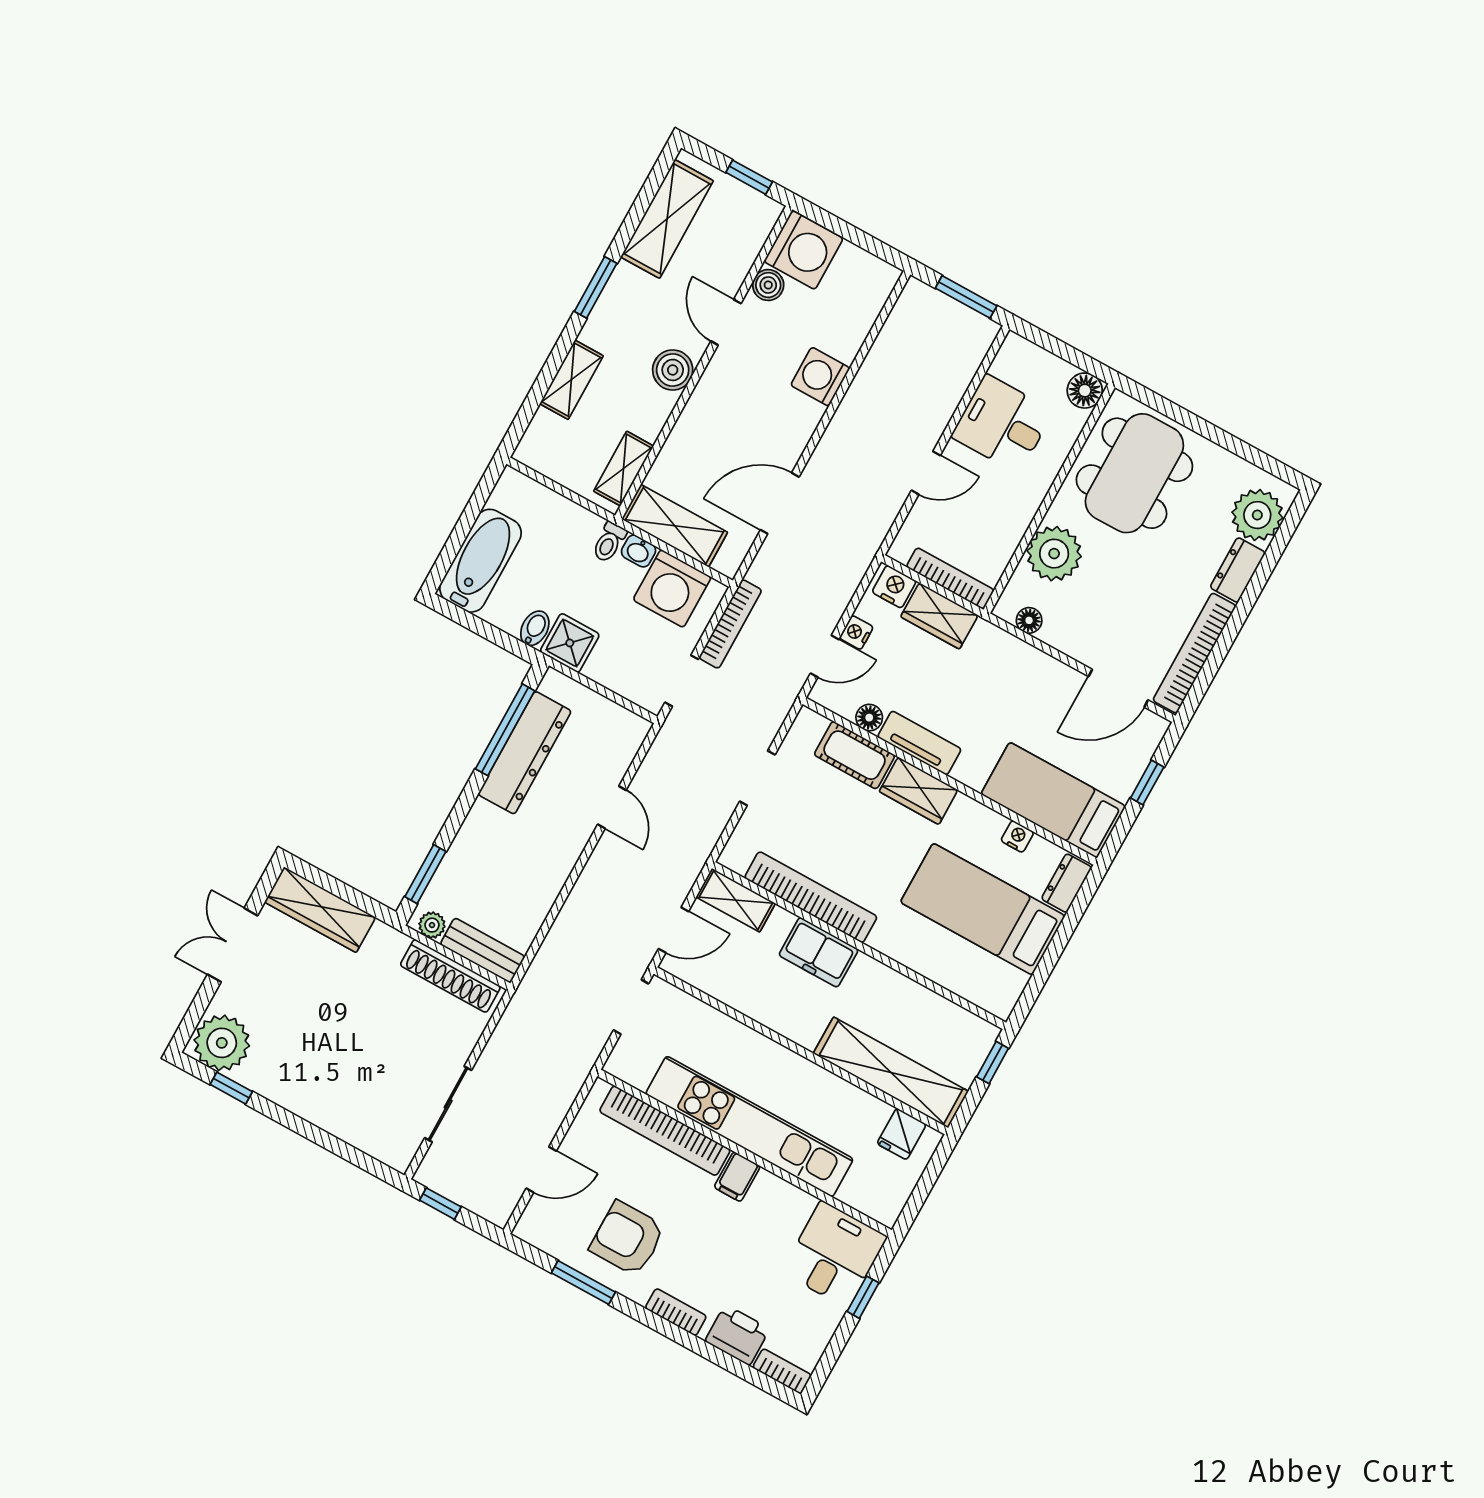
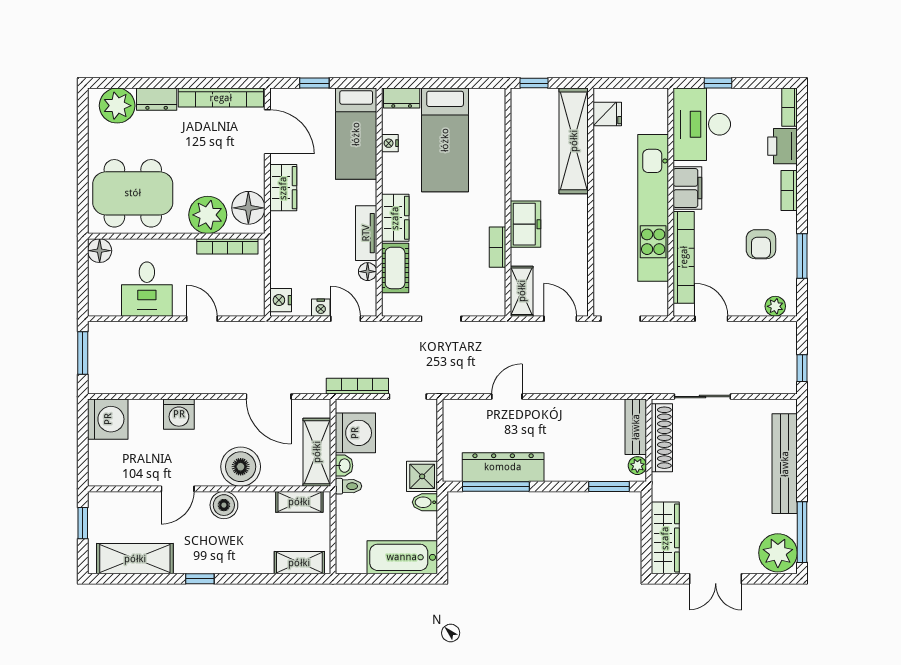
washing machine: (804, 250) -> (108, 419), moved, turned 90
boiler: (768, 285) -> (241, 467), moved, width x1.86, depth x1.86
window: (596, 287) -> (200, 579), width x0.67
shelving: (571, 380) -> (299, 563), moved
bookcase: (950, 578) -> (227, 246), moved, turned -90
wardrobe: (939, 616) -> (283, 188), moved
floor lamp: (1029, 620) -> (248, 208), width x1.89, depth x1.89
bookcase: (811, 897) -> (497, 247), width x0.43, depth x0.76
window: (231, 1088) -> (802, 532), width x2.17
sliding door: (448, 1104) -> (702, 397), moved
bench: (331, 1114) -> (785, 464), added
door: (541, 1170) -> (711, 319), moved
filing cabinet: (737, 1177) -> (687, 188), width x2.00
plant: (538, 1213) -> (775, 306), added
armchair: (627, 1238) -> (761, 244), width x0.72, depth x0.72
desk: (834, 1254) -> (702, 124), width x1.37

